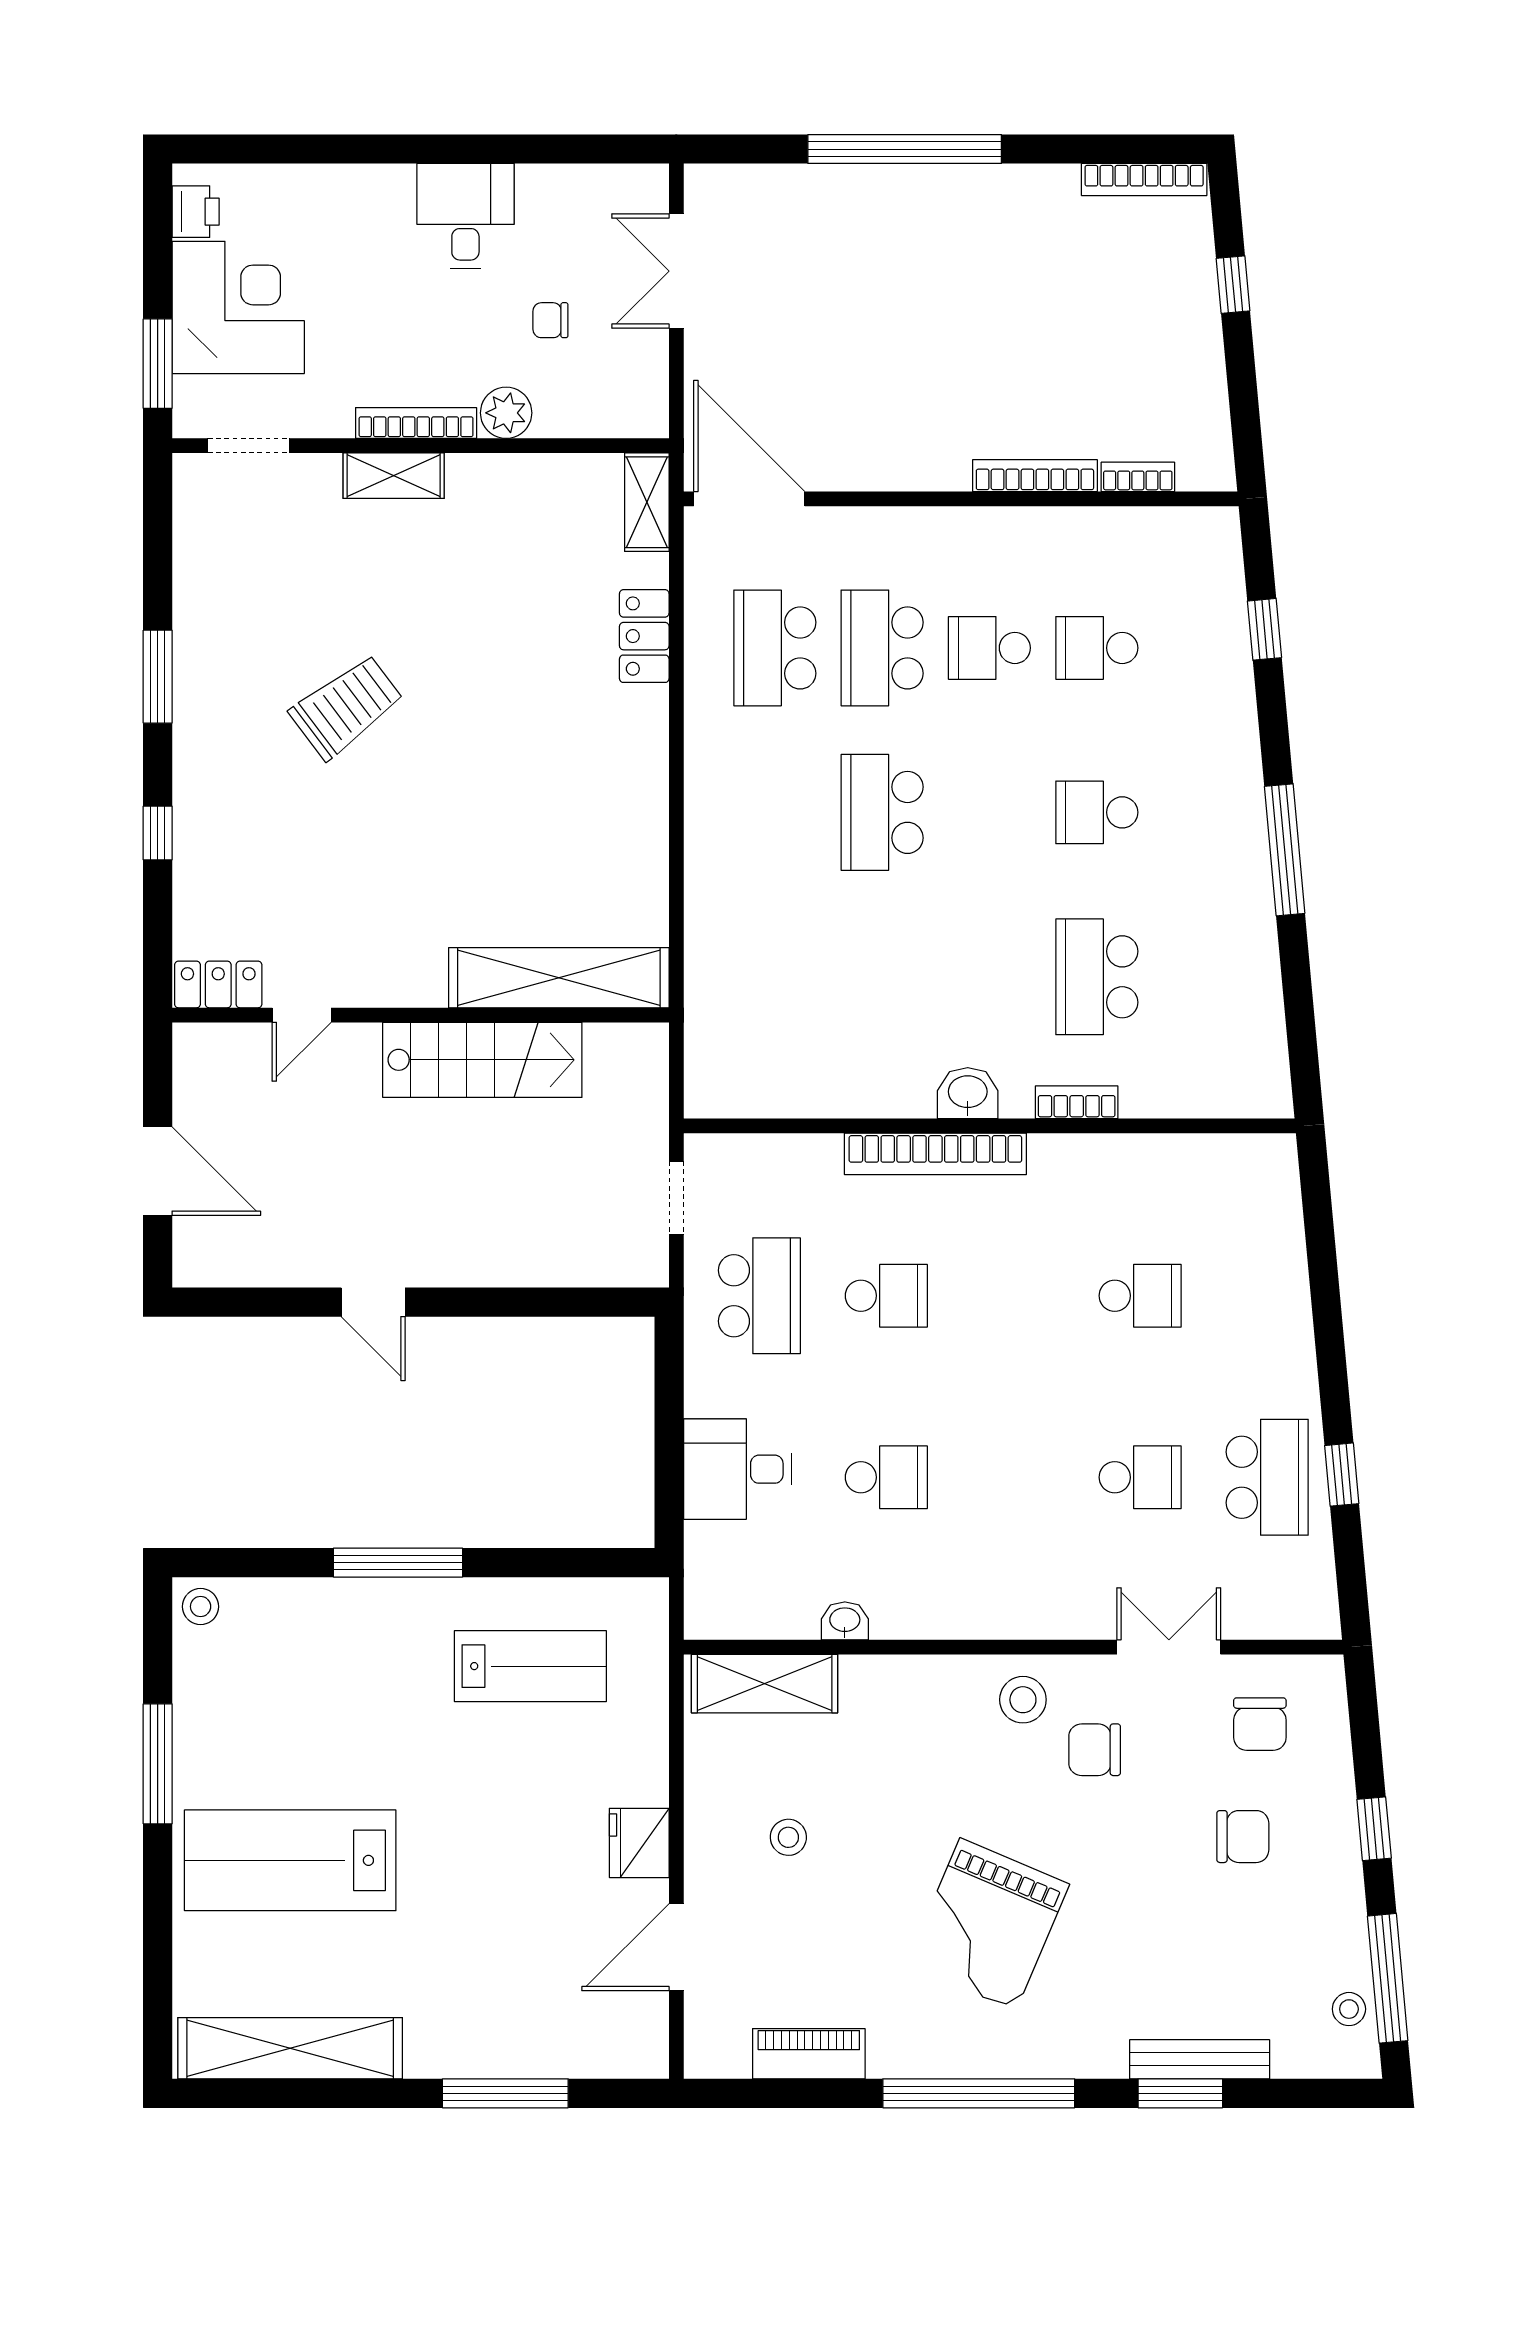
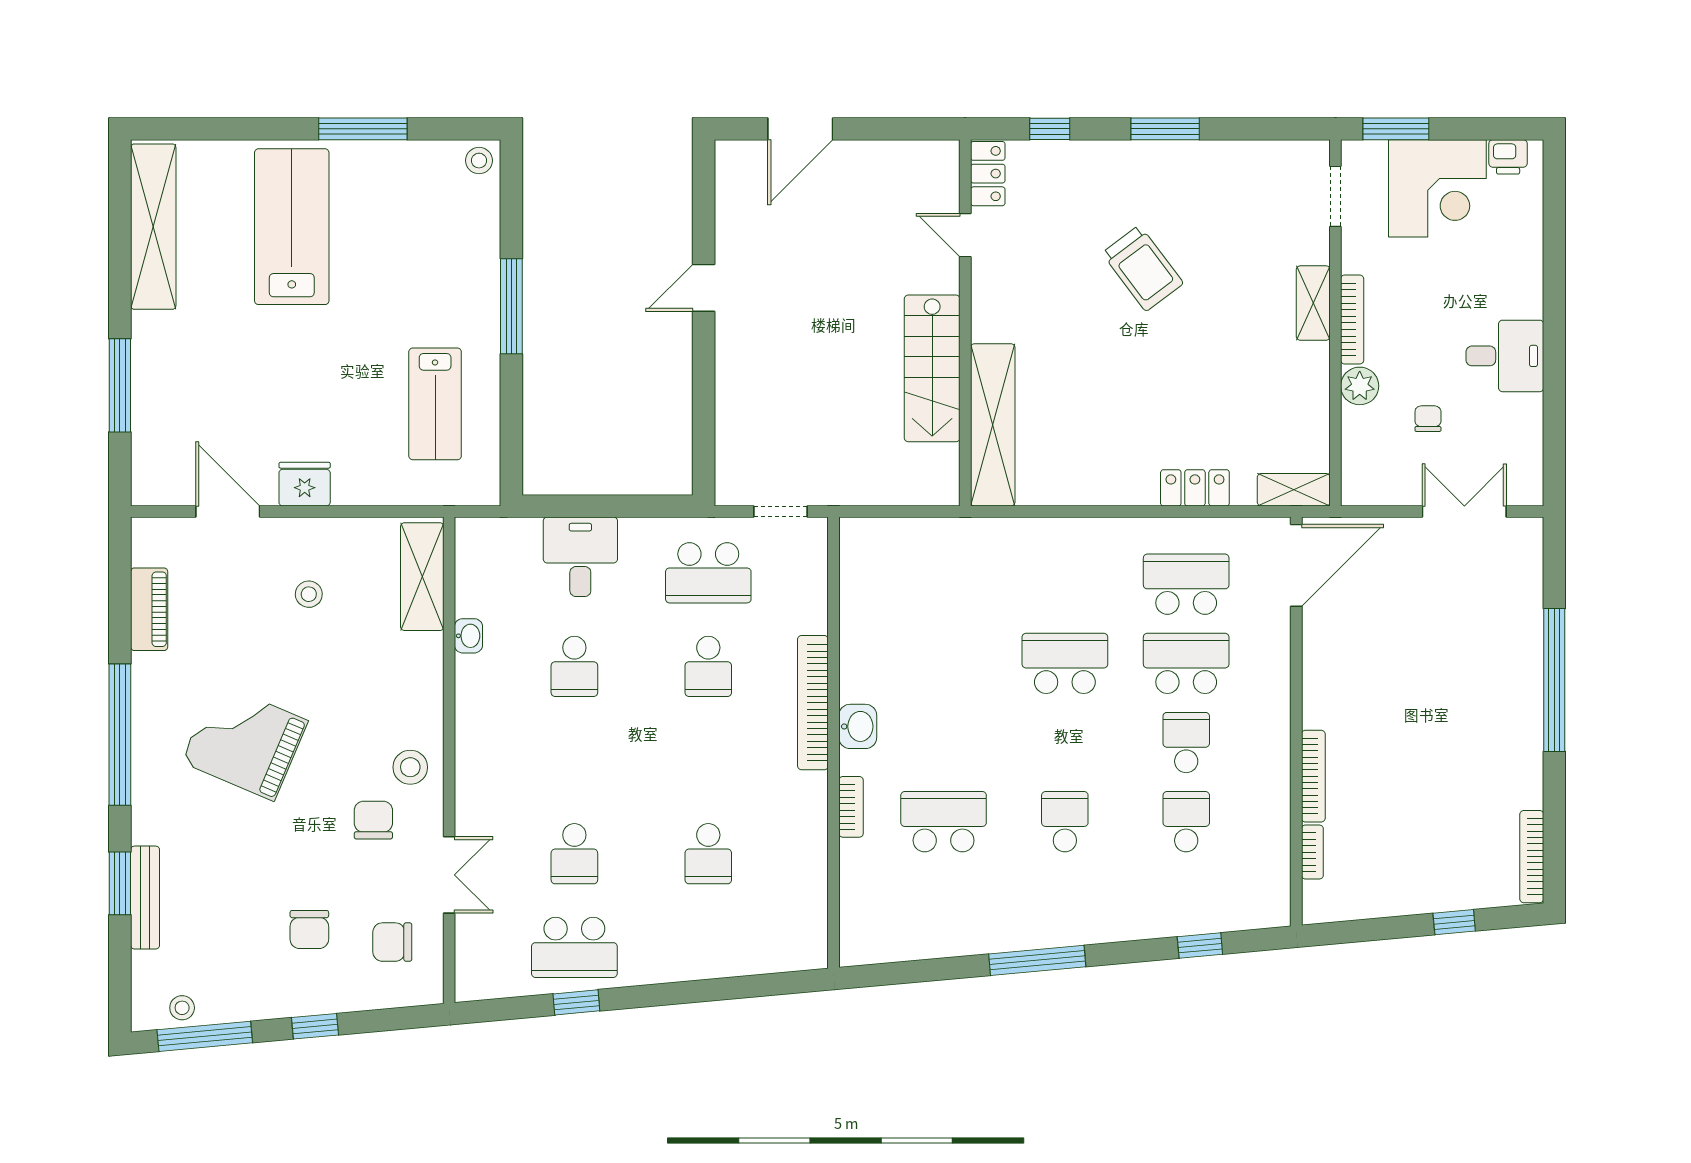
shelving: (559, 978) -> (993, 425), moved
locker: (218, 984) -> (988, 174), moved
door: (302, 1015) -> (965, 235), moved
wall: (421, 1015) -> (965, 323), moved
stairs: (482, 1060) -> (932, 368), moved

